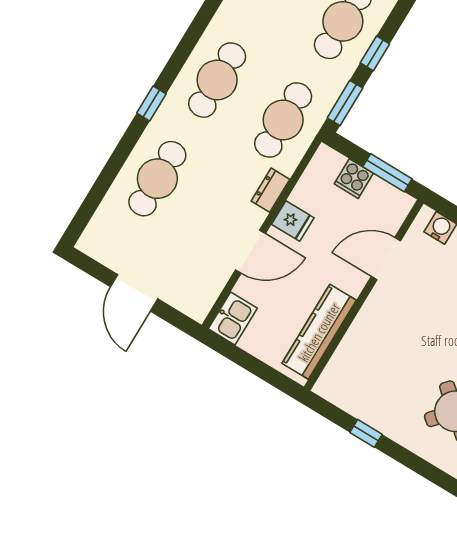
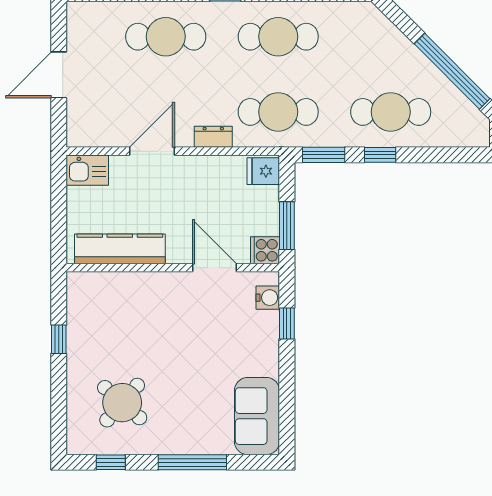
cooker: (354, 179) -> (265, 250), moved
fridge: (293, 221) -> (263, 171), moved, turned 90
door: (250, 252) -> (152, 151), swing flipped

